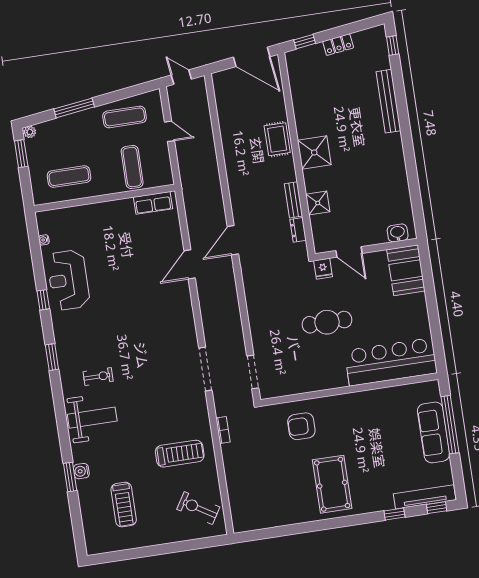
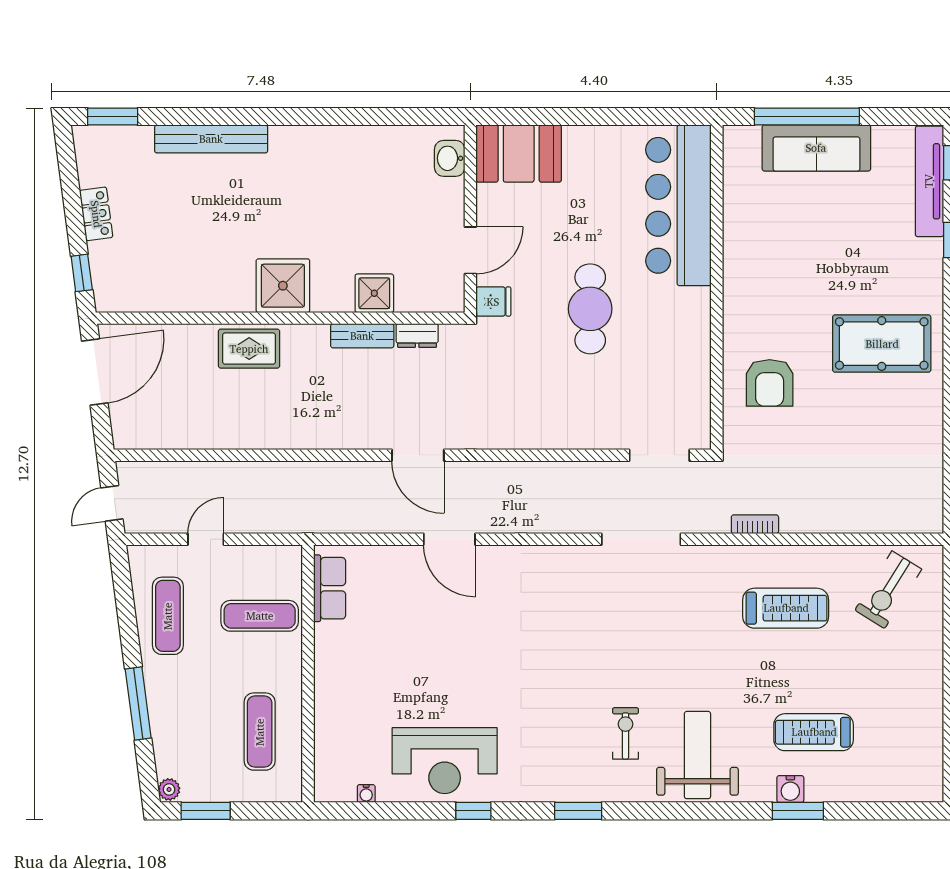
window: (393, 46) -> (113, 117), width x1.50
treadmill: (180, 454) -> (786, 608), turned 90
treadmill: (124, 505) -> (814, 732), moved, turned 180

